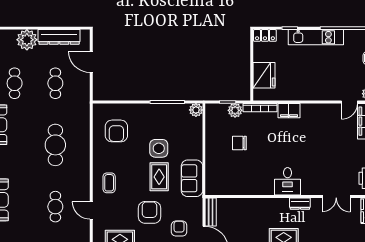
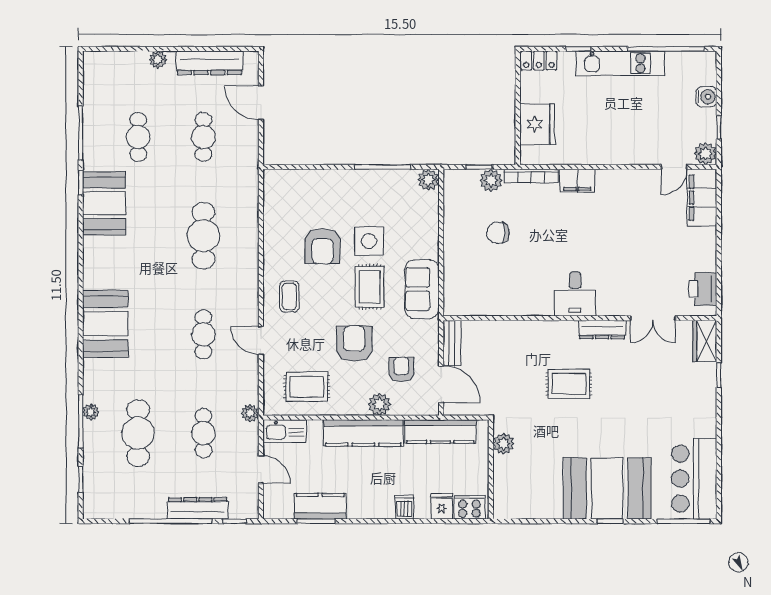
plant: (27, 40) -> (158, 60), width x0.53, depth x0.53
armchair: (116, 131) -> (323, 246), moved
dresser: (300, 204) -> (602, 330), width x1.44

